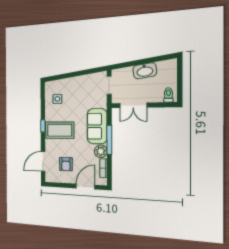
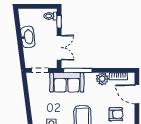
window: (162, 105) -> (59, 22), added
sofa: (97, 126) -> (67, 82), moved
window: (109, 140) -> (78, 70), moved

